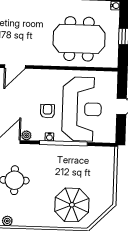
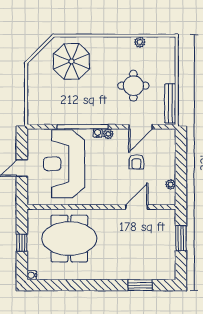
armchair: (47, 111) -> (136, 162), moved
plant: (26, 135) -> (108, 134), moved

